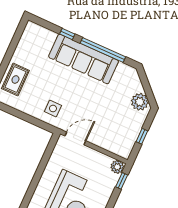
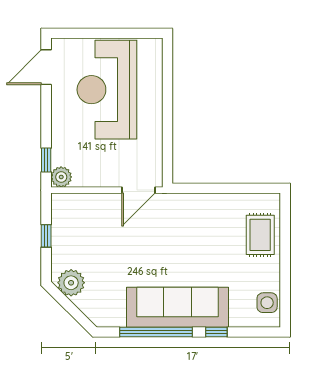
side table: (53, 108) -> (267, 303), moved

